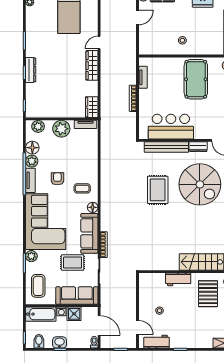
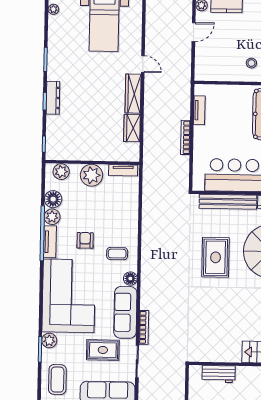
door: (99, 43) -> (143, 64), swing flipped
wardrobe: (92, 107) -> (132, 128), moved
workbench: (178, 279) -> (219, 374), moved

